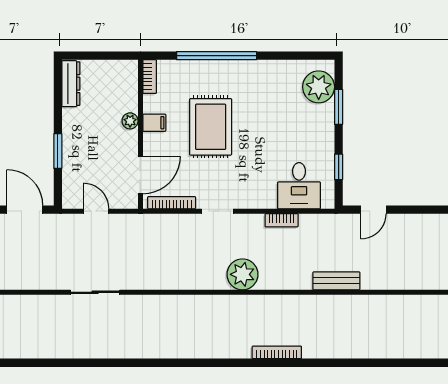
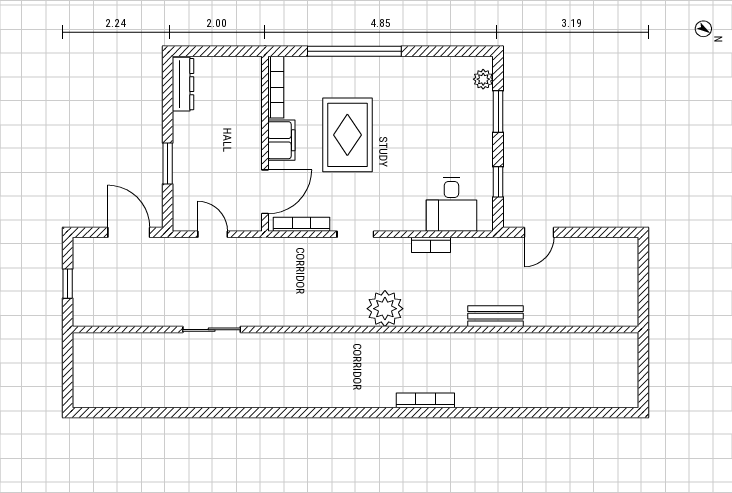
bookcase: (150, 77) -> (276, 87), width x1.56
plant: (319, 87) -> (483, 79), width x0.53, depth x0.53
plant: (130, 121) -> (253, 128), removed
filing cabinet: (154, 123) -> (281, 140), width x2.00

